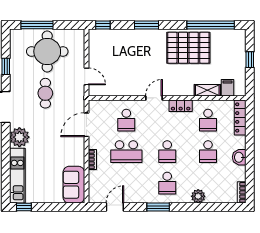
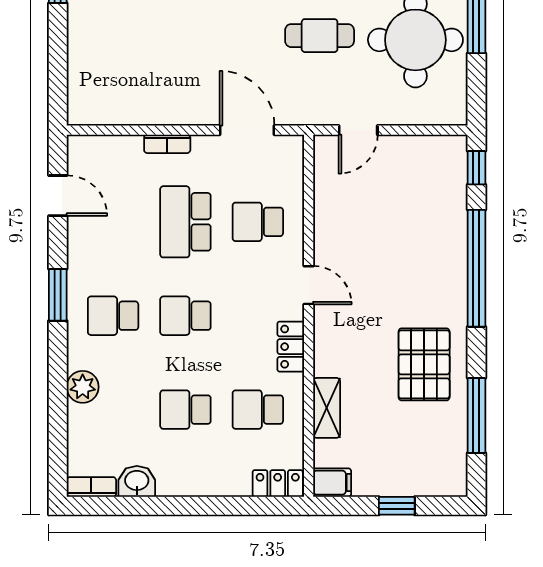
window: (146, 25) -> (476, 268), width x2.11
window: (211, 25) -> (476, 416), width x0.68
pallet: (188, 48) -> (424, 364), width x0.73, depth x0.71
filing cabinet: (228, 88) -> (332, 483), moved
locker: (240, 117) -> (278, 483), width x0.66
washbasin: (239, 157) -> (137, 481), moved
sofa: (74, 185) -> (109, 101), removed

